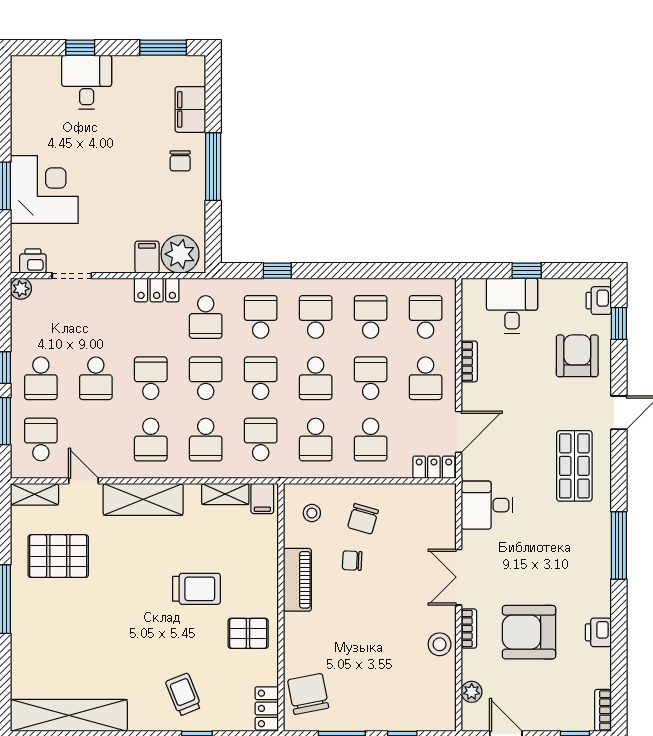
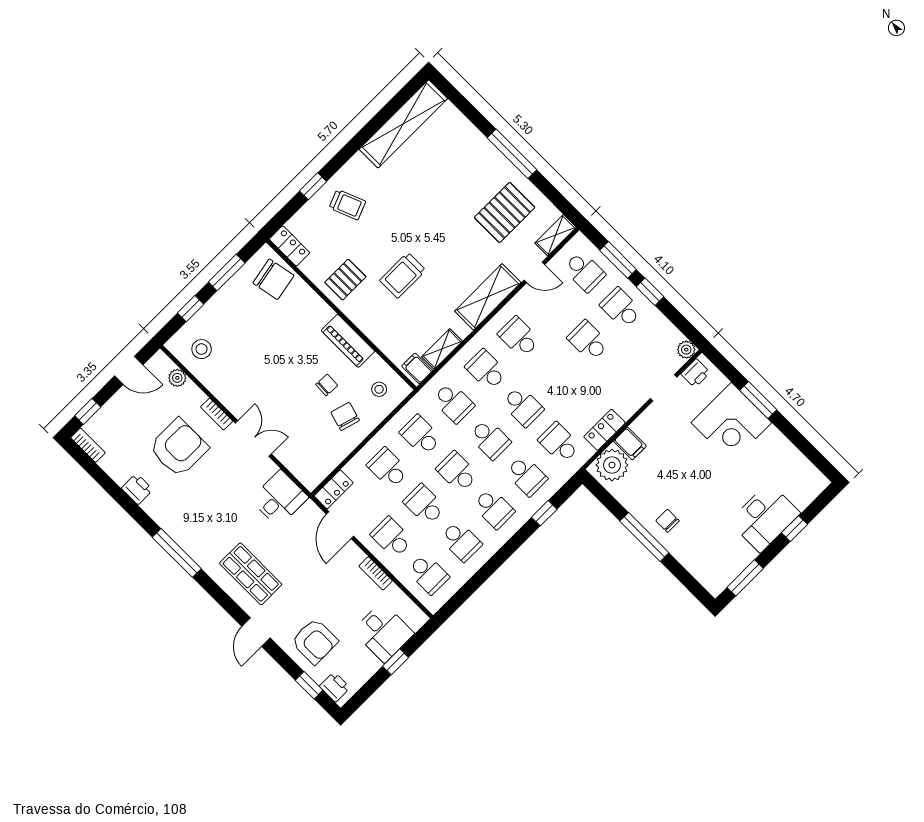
desk: (87, 82) -> (765, 517), width x1.37
filing cabinet: (190, 109) -> (692, 557), removed
school desk: (151, 378) -> (555, 374), removed
school desk: (371, 378) -> (424, 505), turned 180
stool: (440, 644) -> (202, 349), moved

